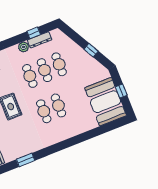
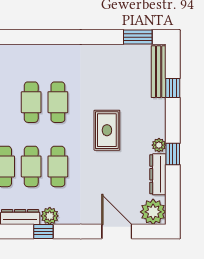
window: (34, 33) -> (43, 232), moved
window: (26, 160) -> (138, 37), moved

